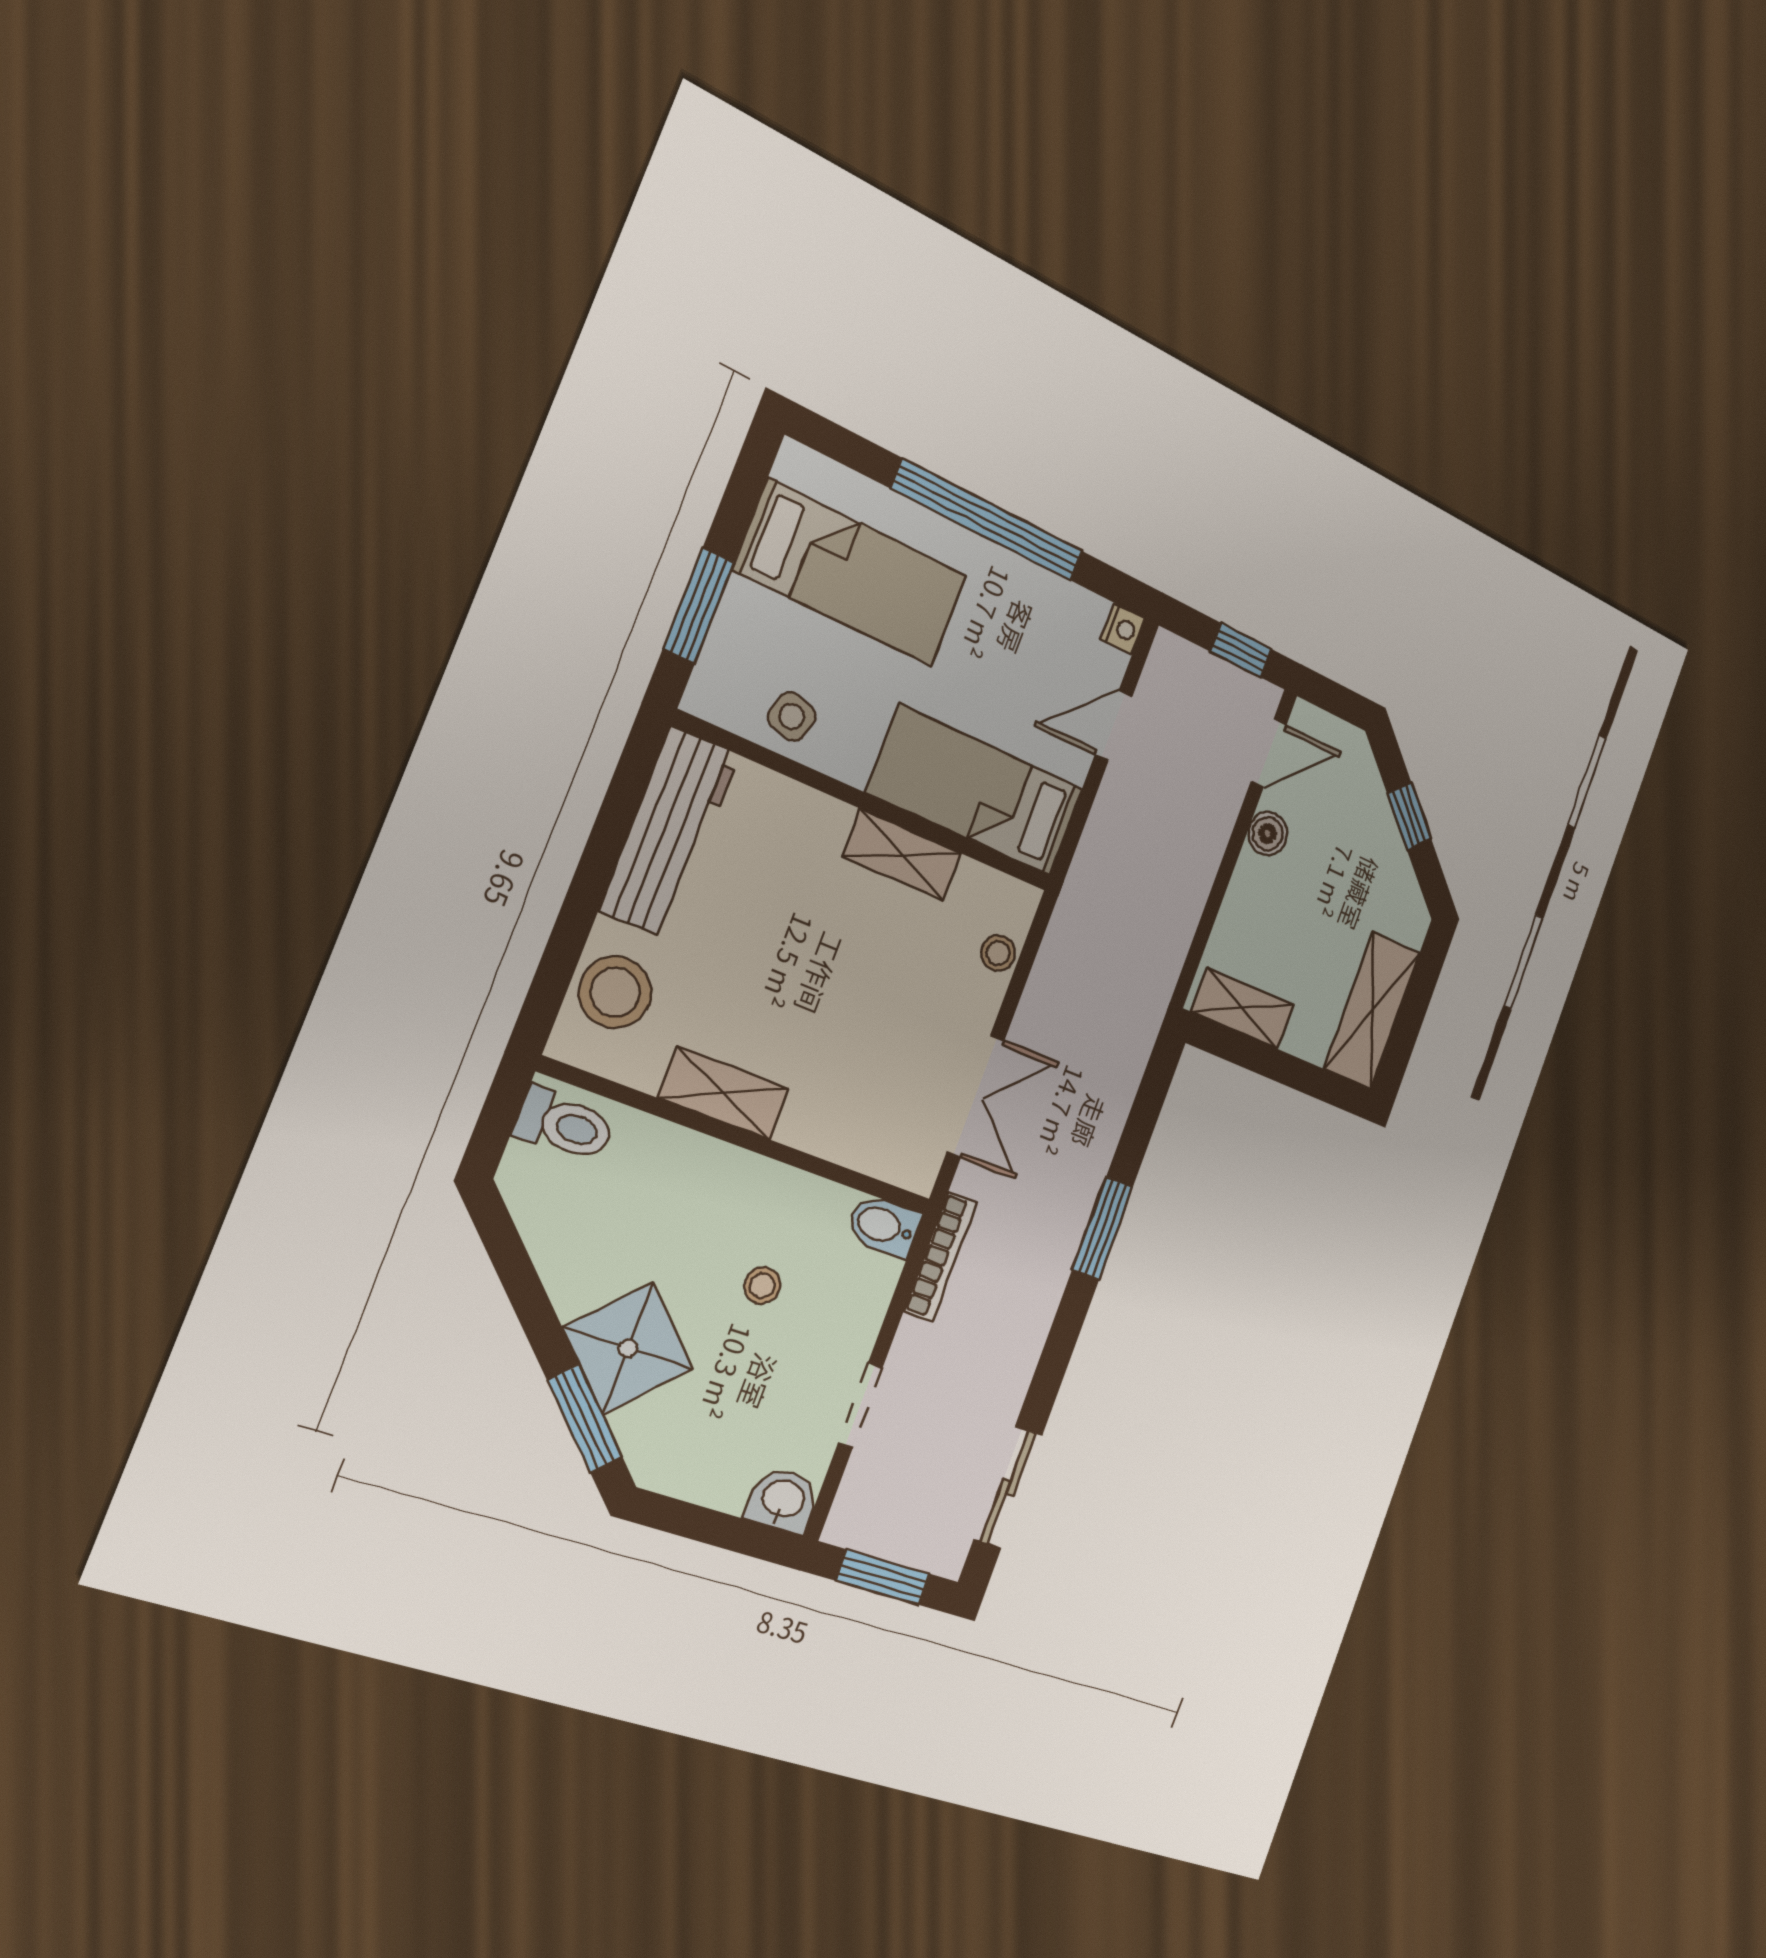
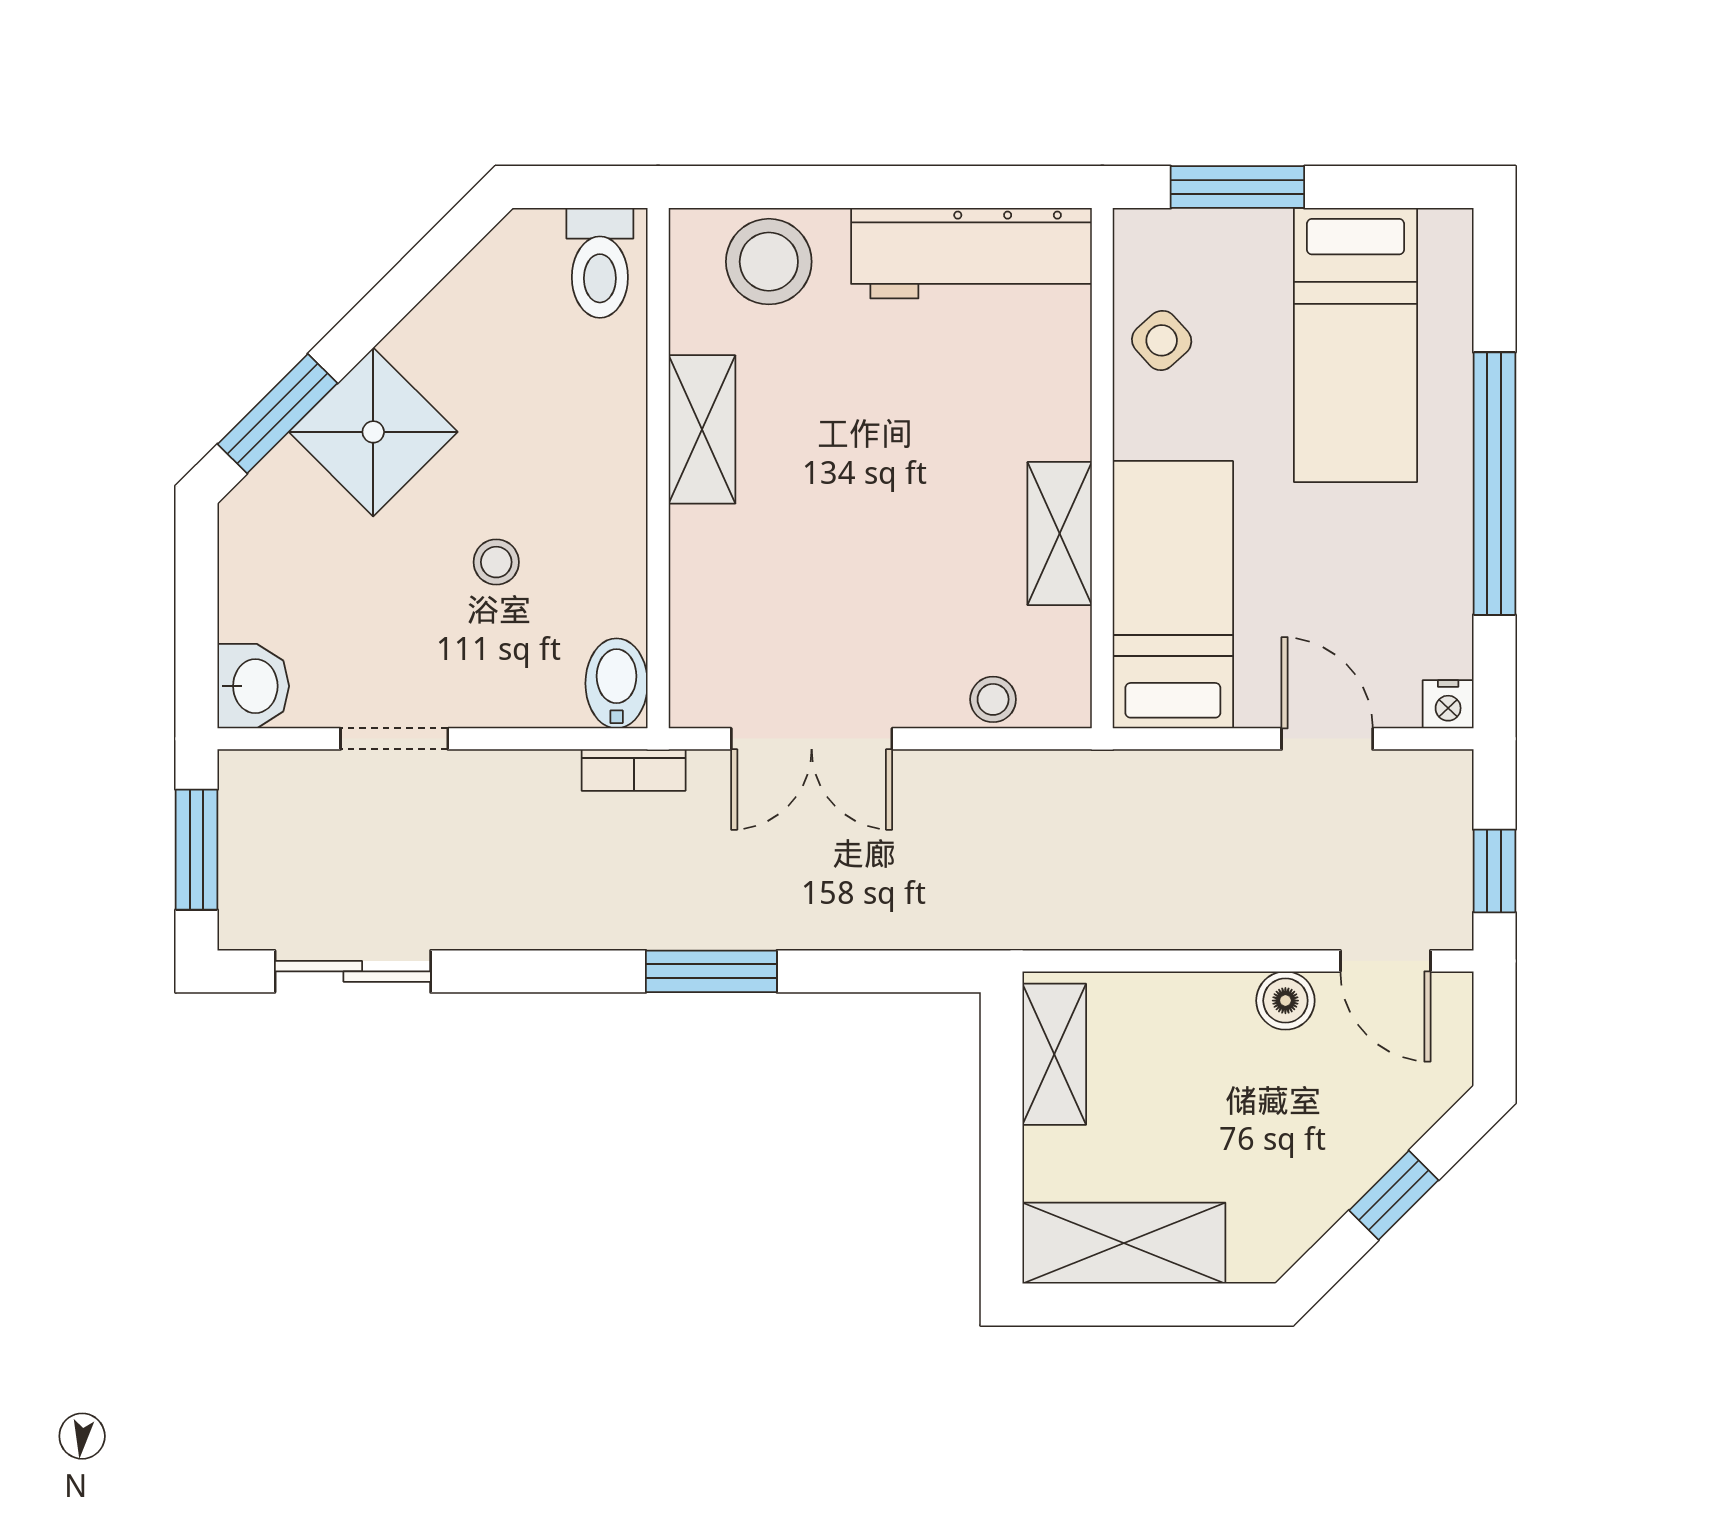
side table: (792, 716) -> (1162, 340), turned 31
bookcase: (940, 1257) -> (634, 770), width x0.64

